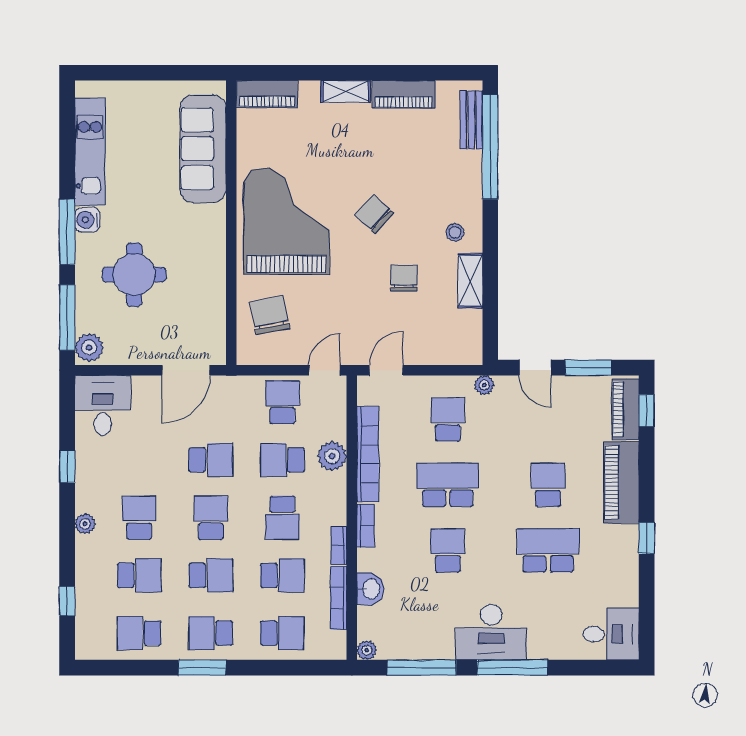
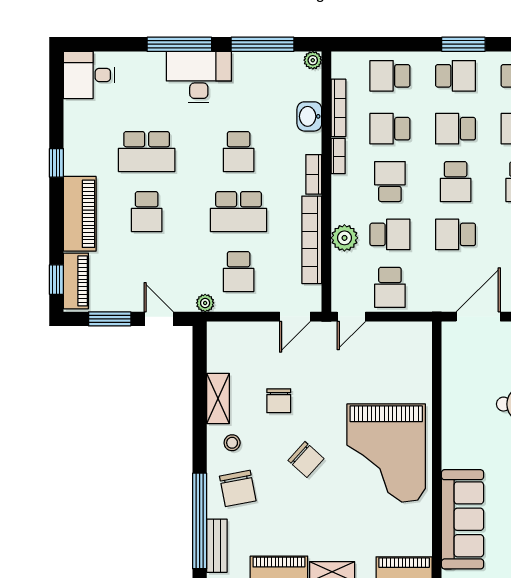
chair: (270, 315) -> (238, 488), moved

